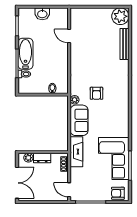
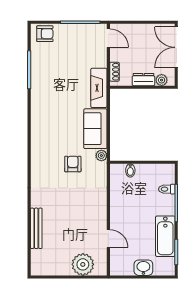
plant: (120, 16) -> (83, 264), moved
bathtub: (25, 54) -> (165, 236), moved
corner sofa: (114, 159) -> (50, 79), removed

